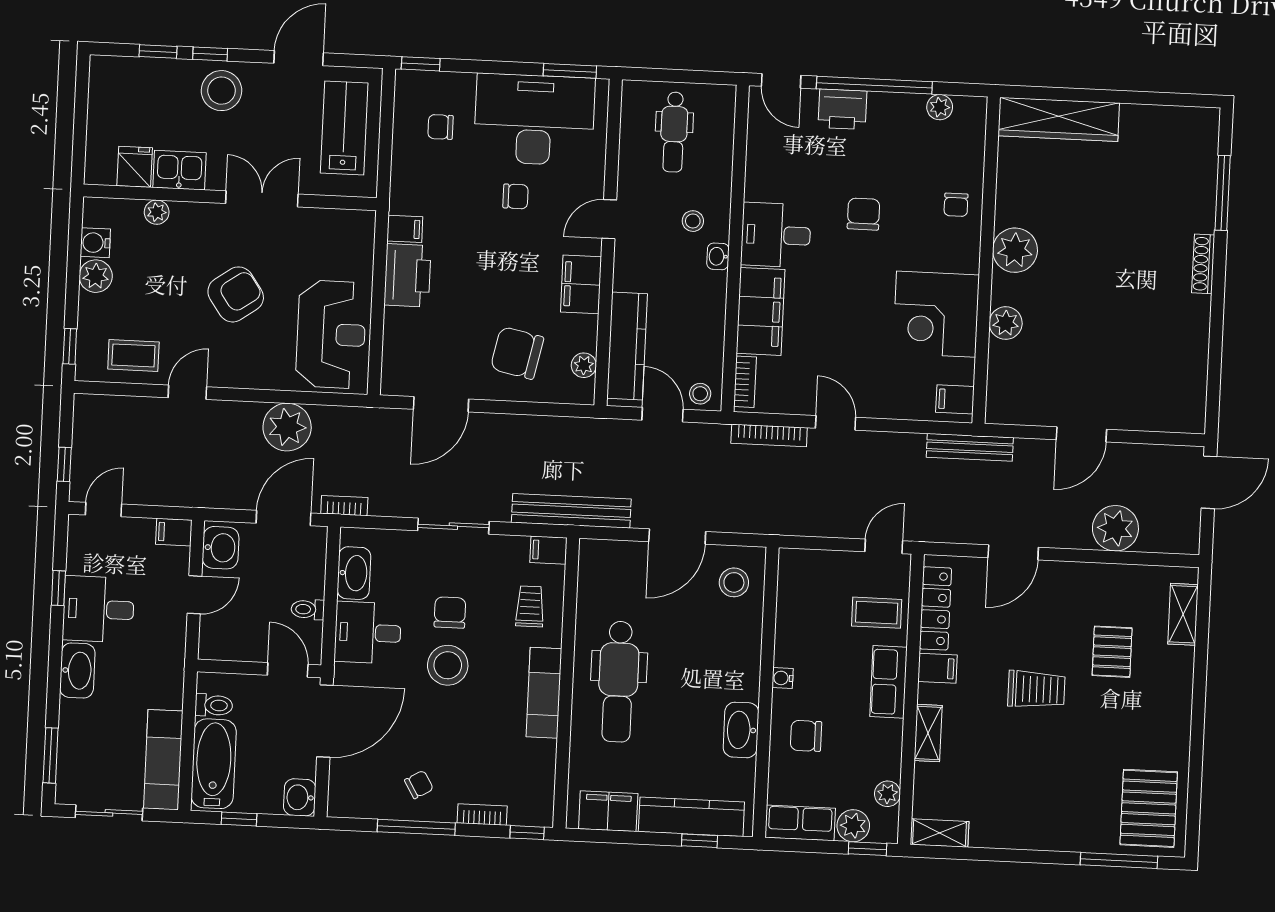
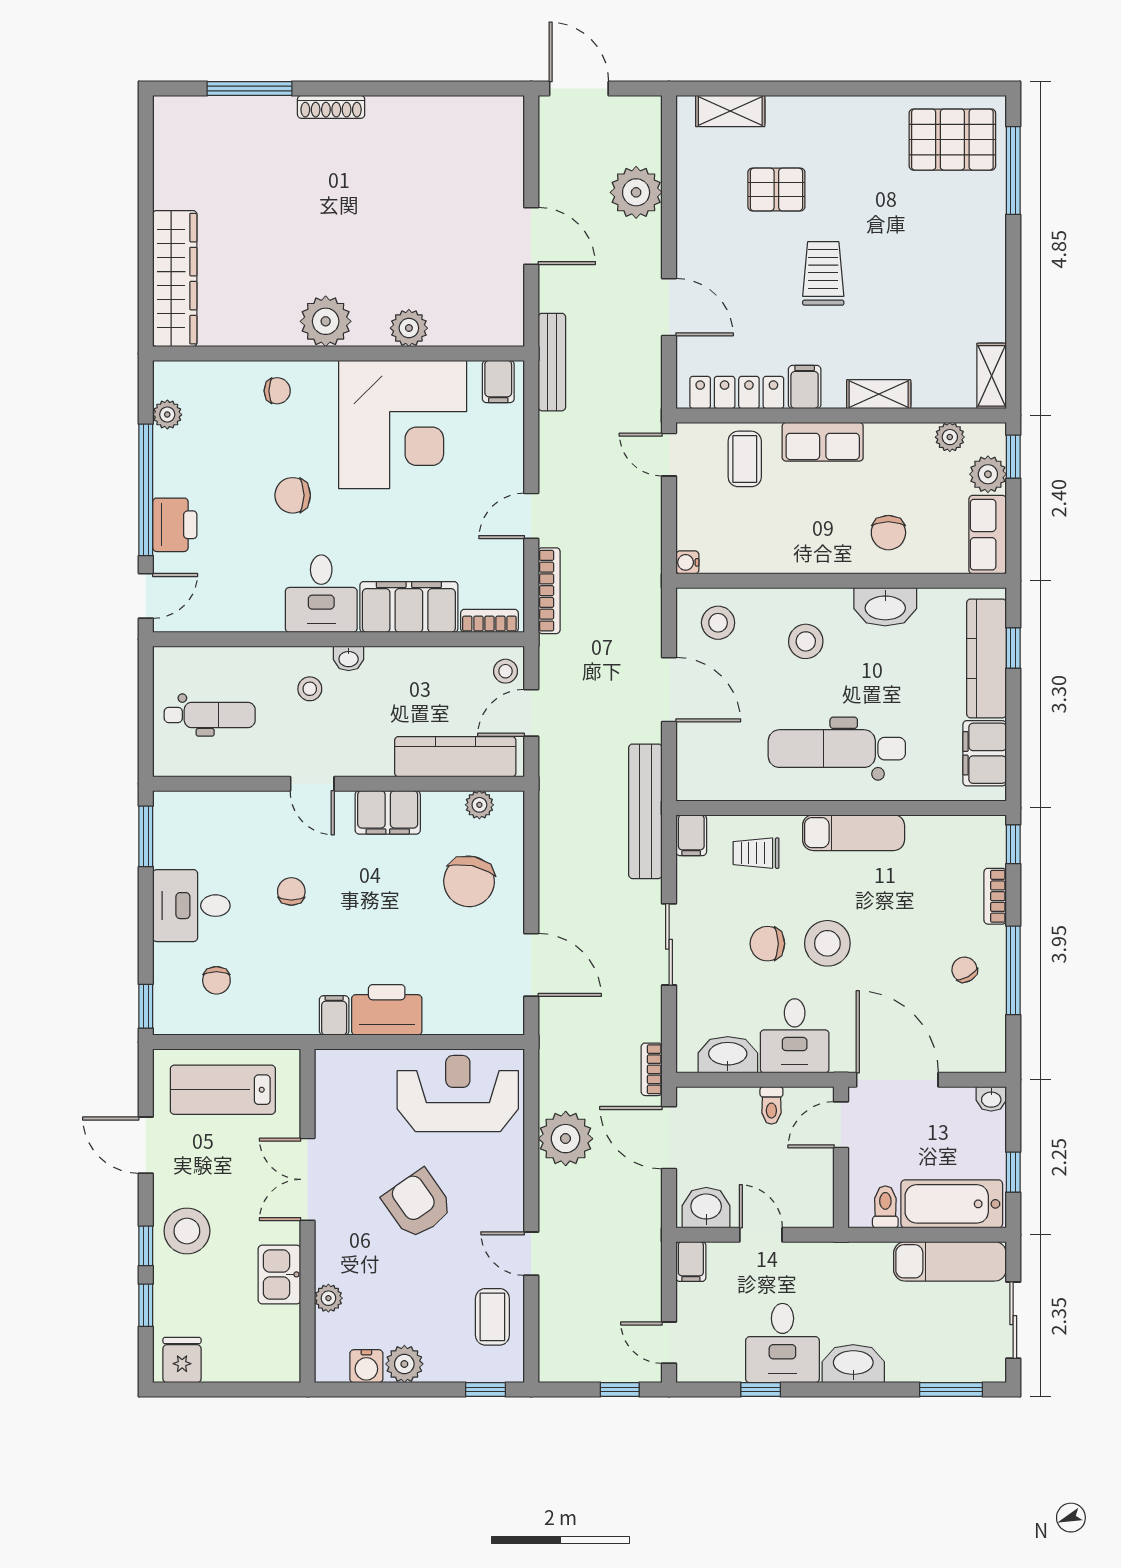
desk: (534, 120) -> (191, 906), width x0.53, depth x0.77
fridge: (135, 167) -> (182, 1360), moved, turned 90
corner desk: (936, 314) -> (403, 424), width x1.36, depth x1.36
stool: (714, 659) -> (806, 641), added
water cooler: (783, 678) -> (687, 562), moved, turned 90
dental chair: (618, 682) -> (837, 749), turned 180
washbasin: (300, 797) -> (991, 1099), width x0.72, depth x0.69

